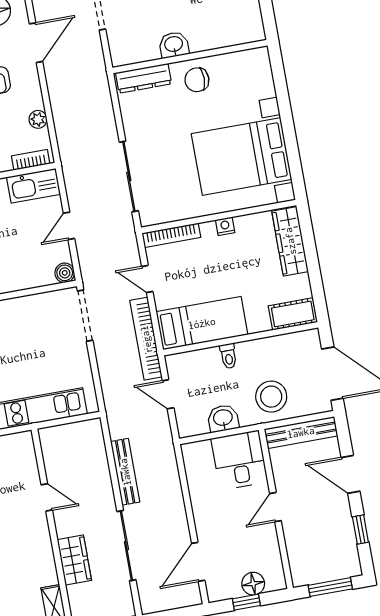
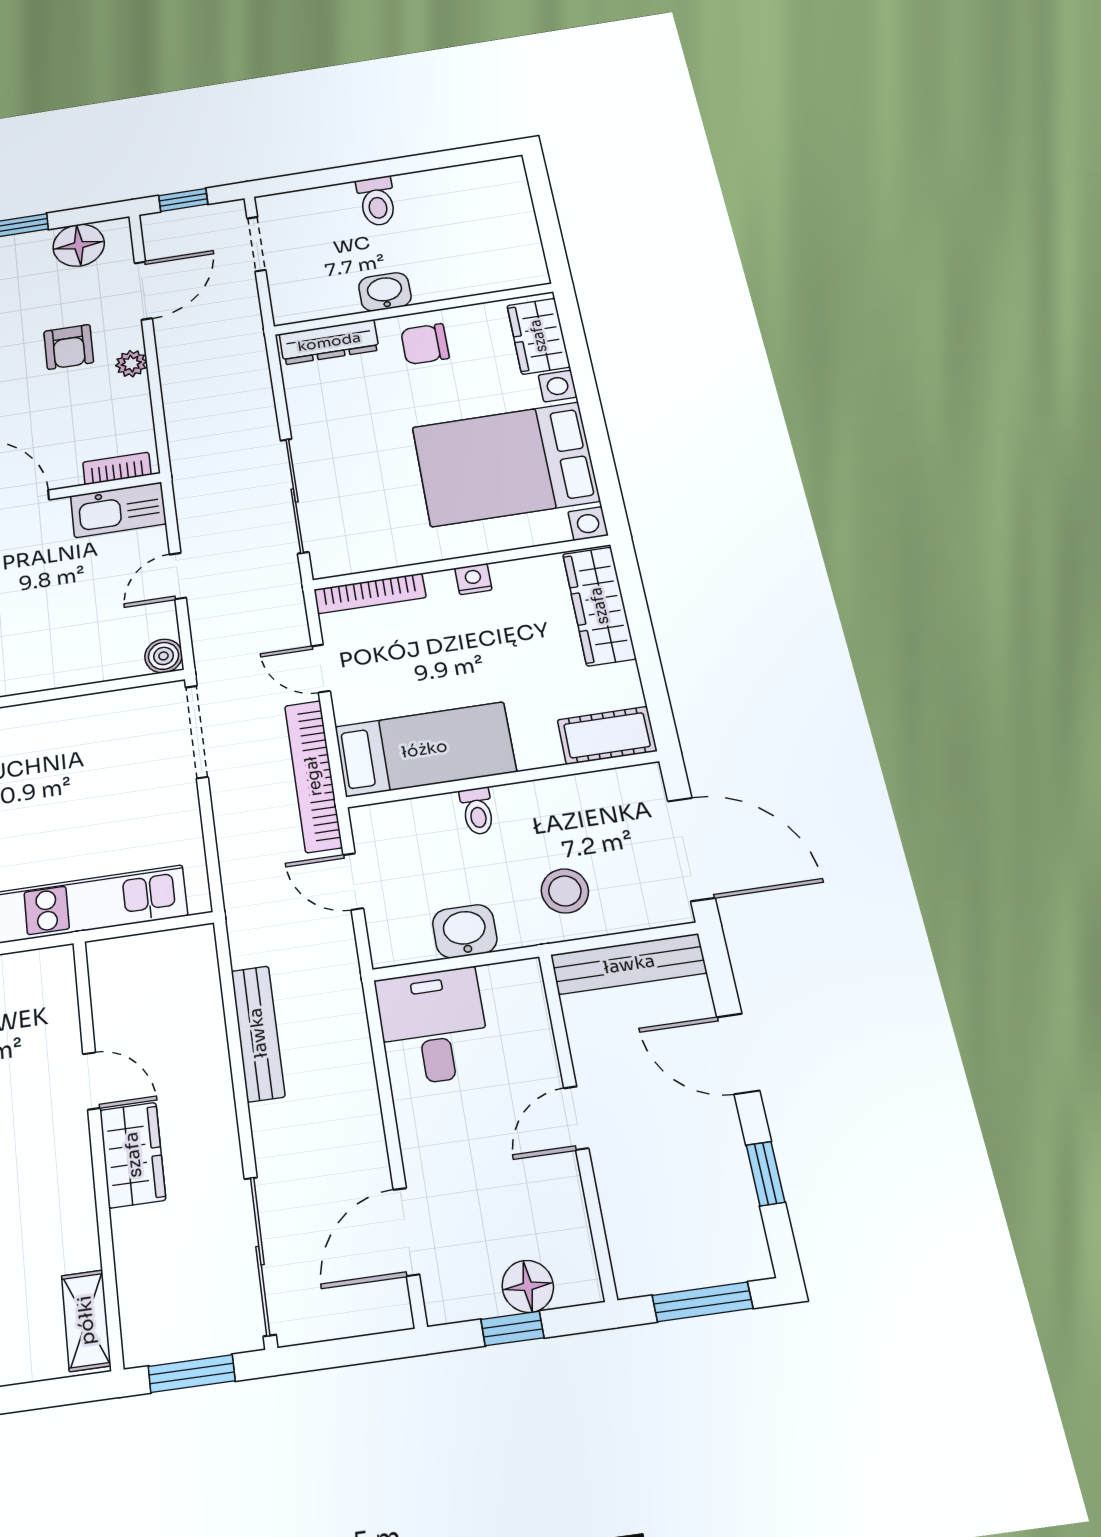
wardrobe: (259, 75) -> (538, 336), added
plant: (38, 119) -> (131, 364), moved
stool: (271, 397) -> (565, 891), width x0.73, depth x0.73
desk: (239, 460) -> (433, 1026), moved
sliding door: (126, 546) -> (260, 1256), moved
wardrobe: (74, 560) -> (133, 1155), moved

